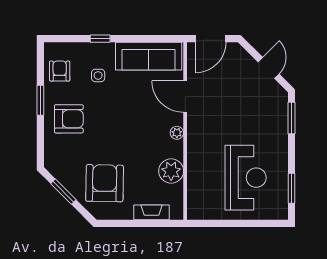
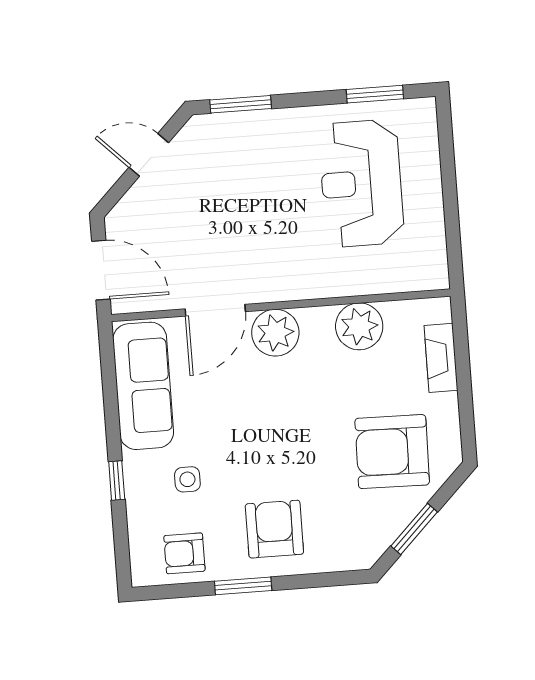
plant: (177, 133) -> (275, 333), width x1.88, depth x1.88
reception desk: (246, 178) -> (361, 183), turned -90

